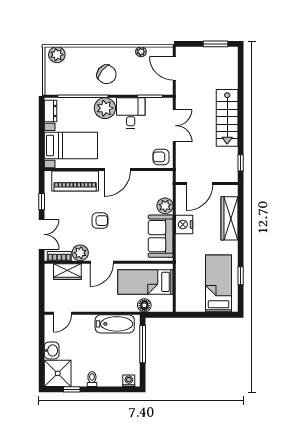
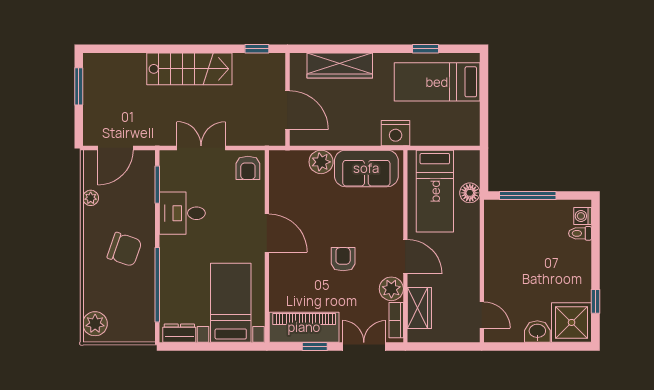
chair: (107, 74) -> (124, 249), turned 70
plant: (105, 108) -> (175, 252), removed
piano: (75, 181) -> (304, 327), moved, turned -90
nightstand: (184, 225) -> (396, 133), moved
bathtub: (115, 324) -> (498, 237), removed
toilet: (92, 379) -> (580, 233), moved

